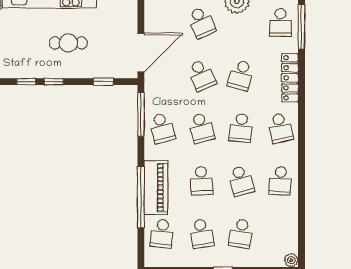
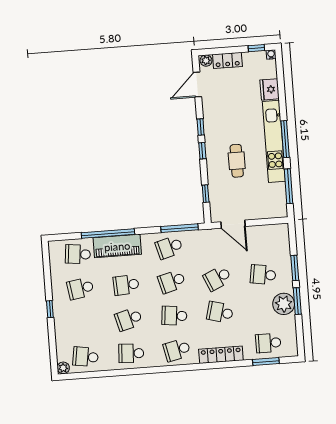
school desk: (201, 22) -> (263, 275), turned 33
window: (301, 27) -> (266, 362), width x0.69
door: (141, 53) -> (233, 224), width x0.73
school desk: (241, 234) -> (86, 357), moved

